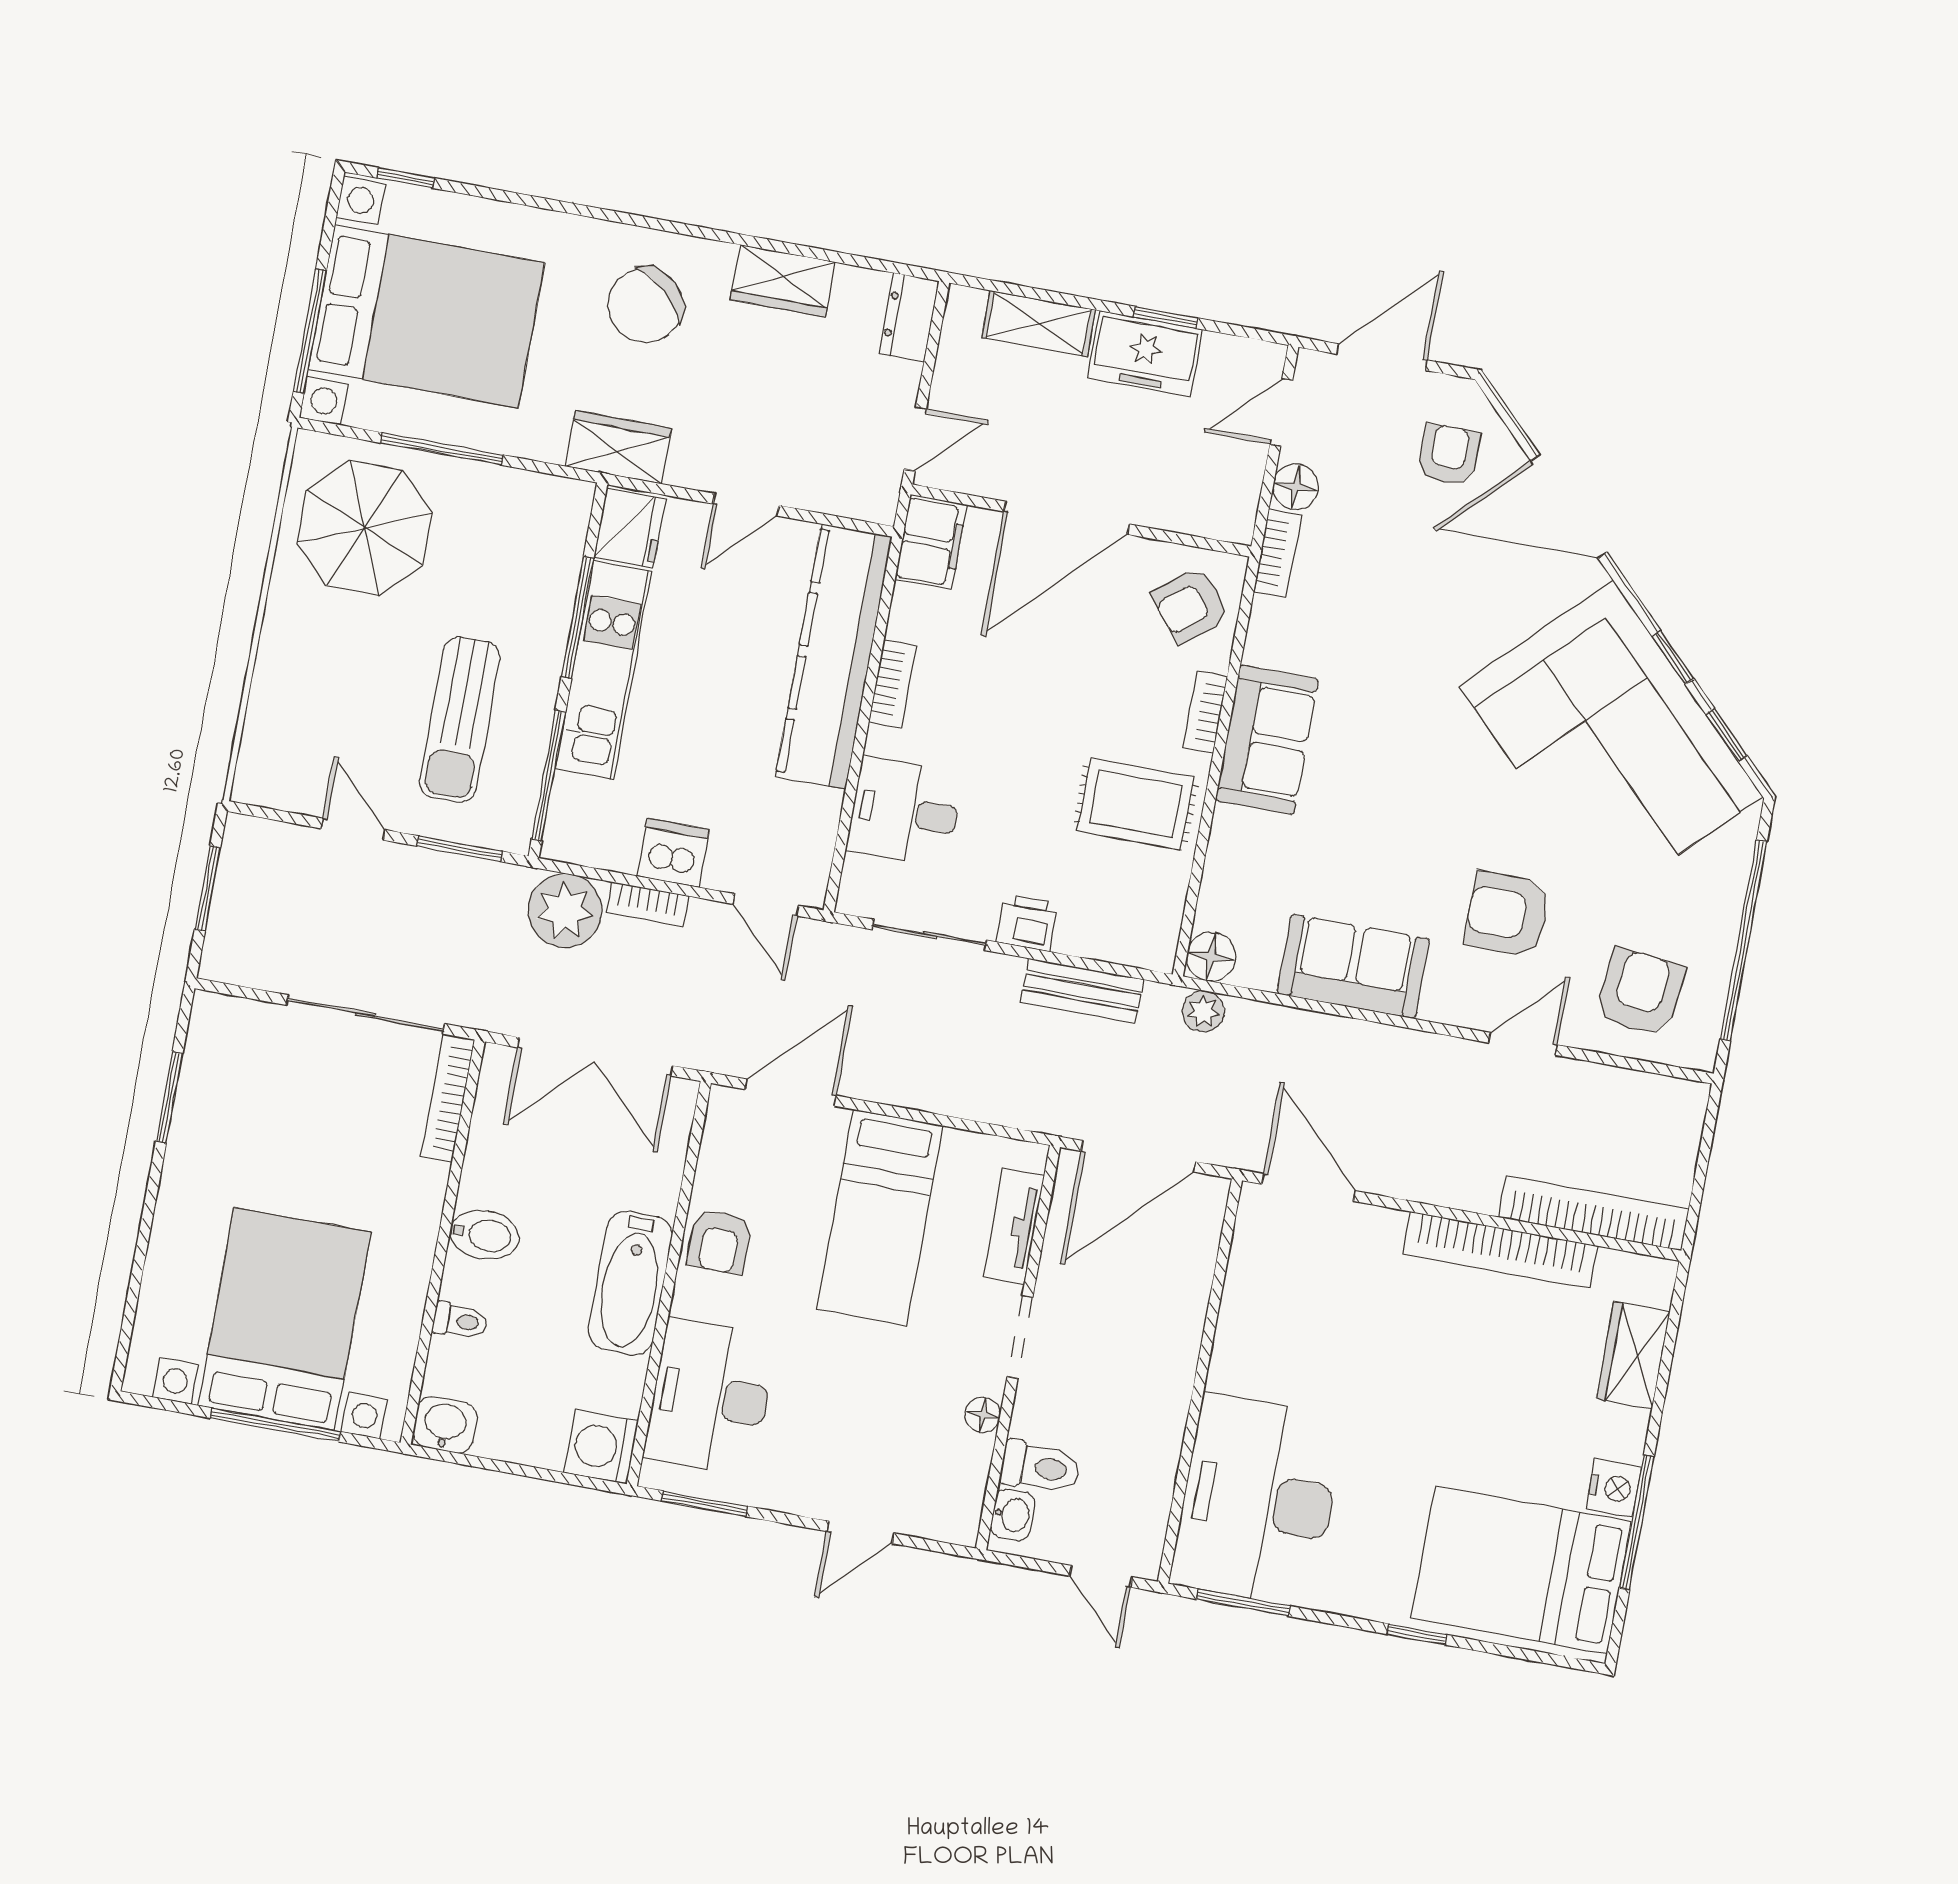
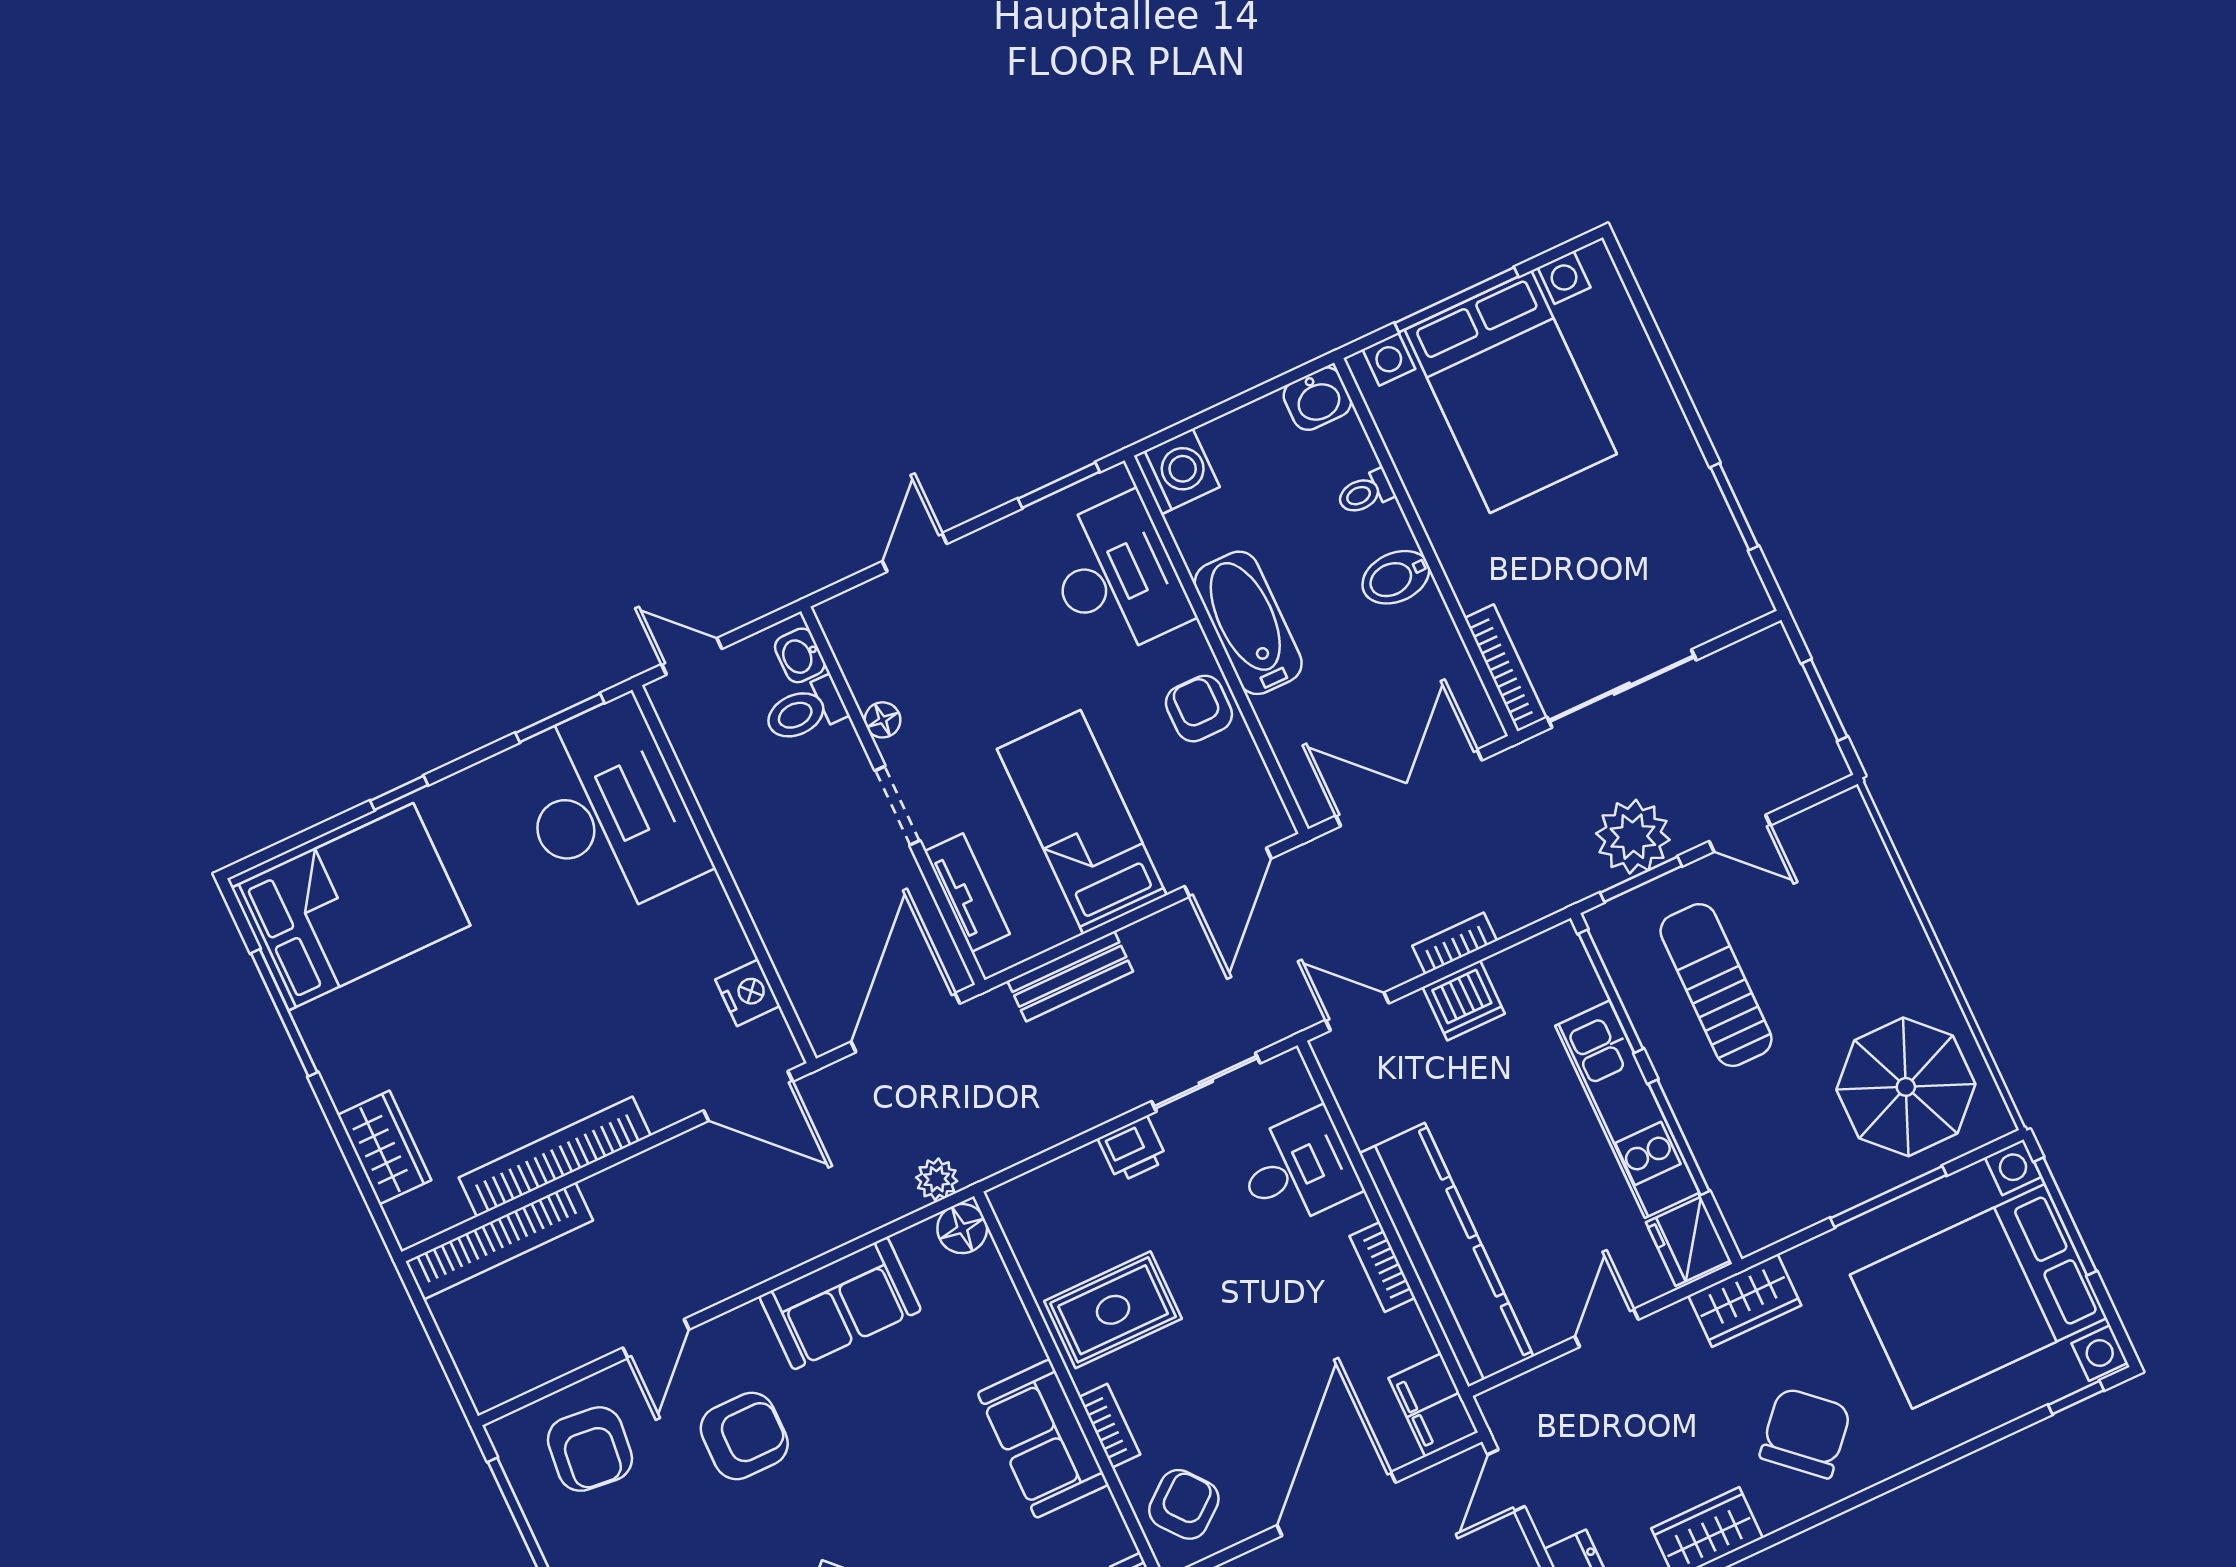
plant: (565, 911) -> (1633, 837), moved
bench: (1082, 991) -> (1070, 976), moved
nightstand: (1614, 1488) -> (748, 993), moved, turned 180

